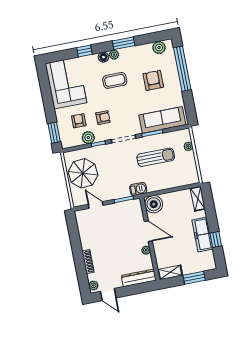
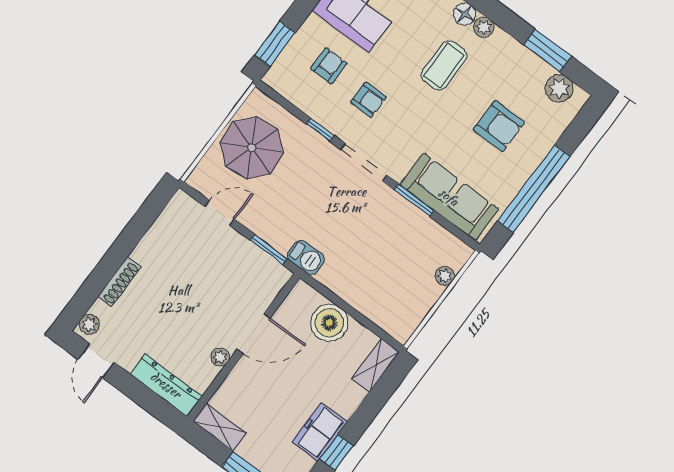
window: (124, 43) -> (547, 50), moved
window: (182, 69) -> (534, 189), moved
coffee table: (115, 80) -> (444, 65), turned 90
armchair: (153, 80) -> (499, 126), turned 90
plant: (88, 138) -> (316, 105), removed
sun lounger: (156, 157) -> (381, 240), removed
boiler: (154, 204) -> (329, 323), moved
door: (96, 205) -> (220, 213), hinge flipped
door: (148, 231) -> (254, 334), hinge flipped
freezer: (202, 235) -> (320, 432), width x0.71

